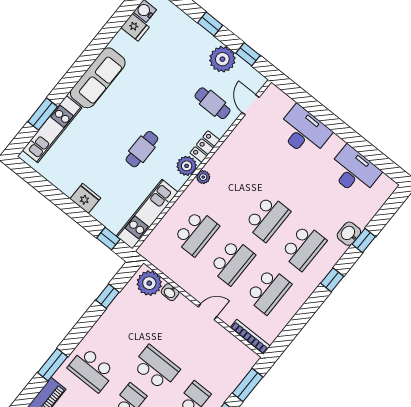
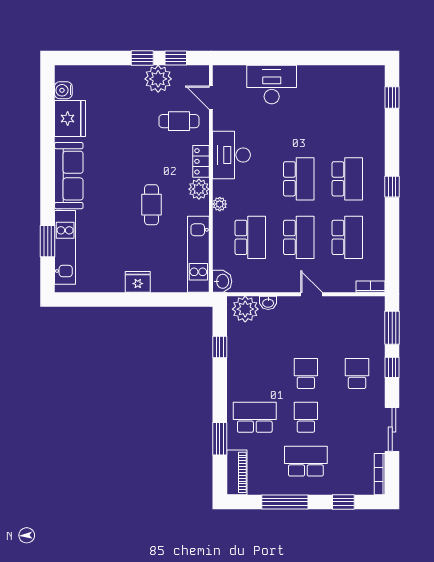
window: (210, 24) -> (142, 58), moved
fridge: (135, 27) -> (70, 119), width x1.88, depth x1.34
desk: (354, 171) -> (231, 155), moved, turned -90
plant: (203, 177) -> (220, 204), moved
washbasin: (349, 234) -> (222, 281), moved, turned 180
window: (108, 239) -> (183, 300), removed
window: (364, 241) -> (392, 97), moved
door: (208, 312) -> (311, 294), hinge flipped
bookcase: (250, 337) -> (371, 287), width x0.64
school desk: (156, 368) -> (306, 374), width x0.54
school desk: (91, 370) -> (255, 417), turned 180

